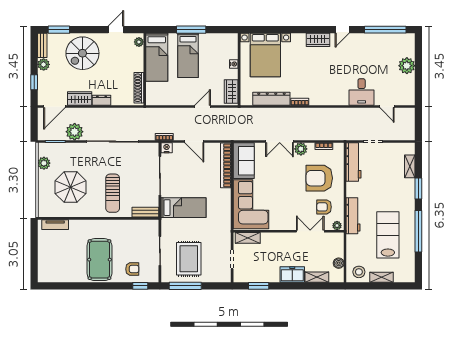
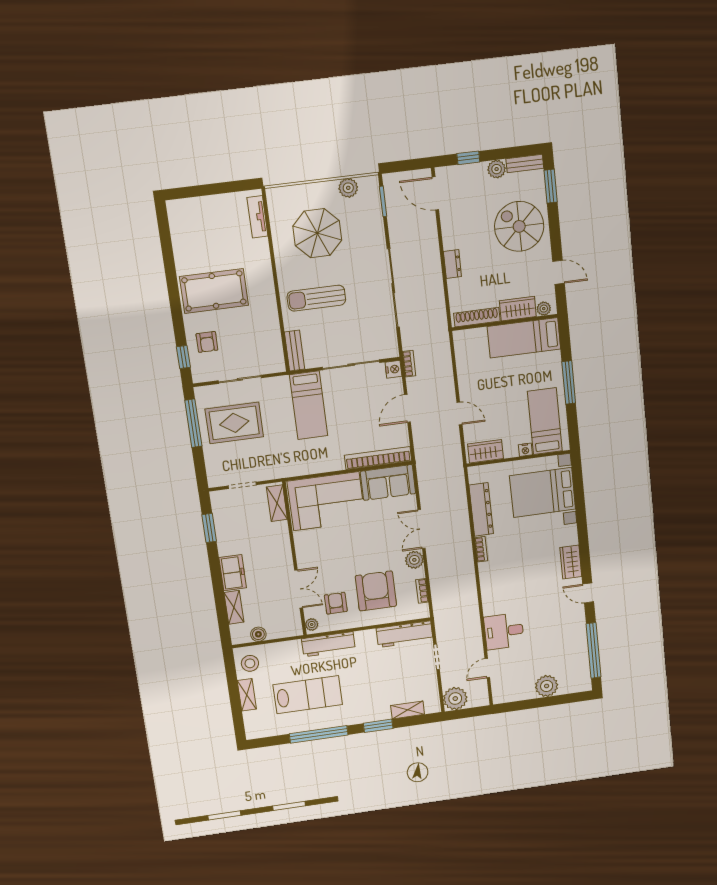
bed: (188, 55) -> (545, 421), moved, turned 90
wardrobe: (80, 98) -> (518, 309), moved, turned -90
plant: (75, 132) -> (455, 699), moved

